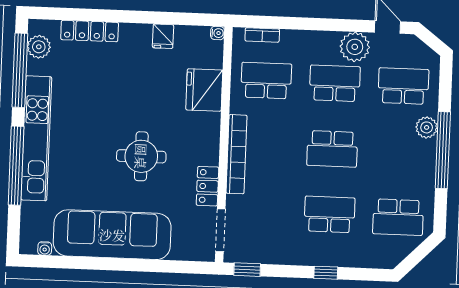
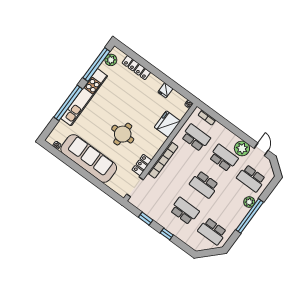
school desk: (403, 86) -> (251, 178), turned 180
window: (247, 270) -> (146, 219), moved

